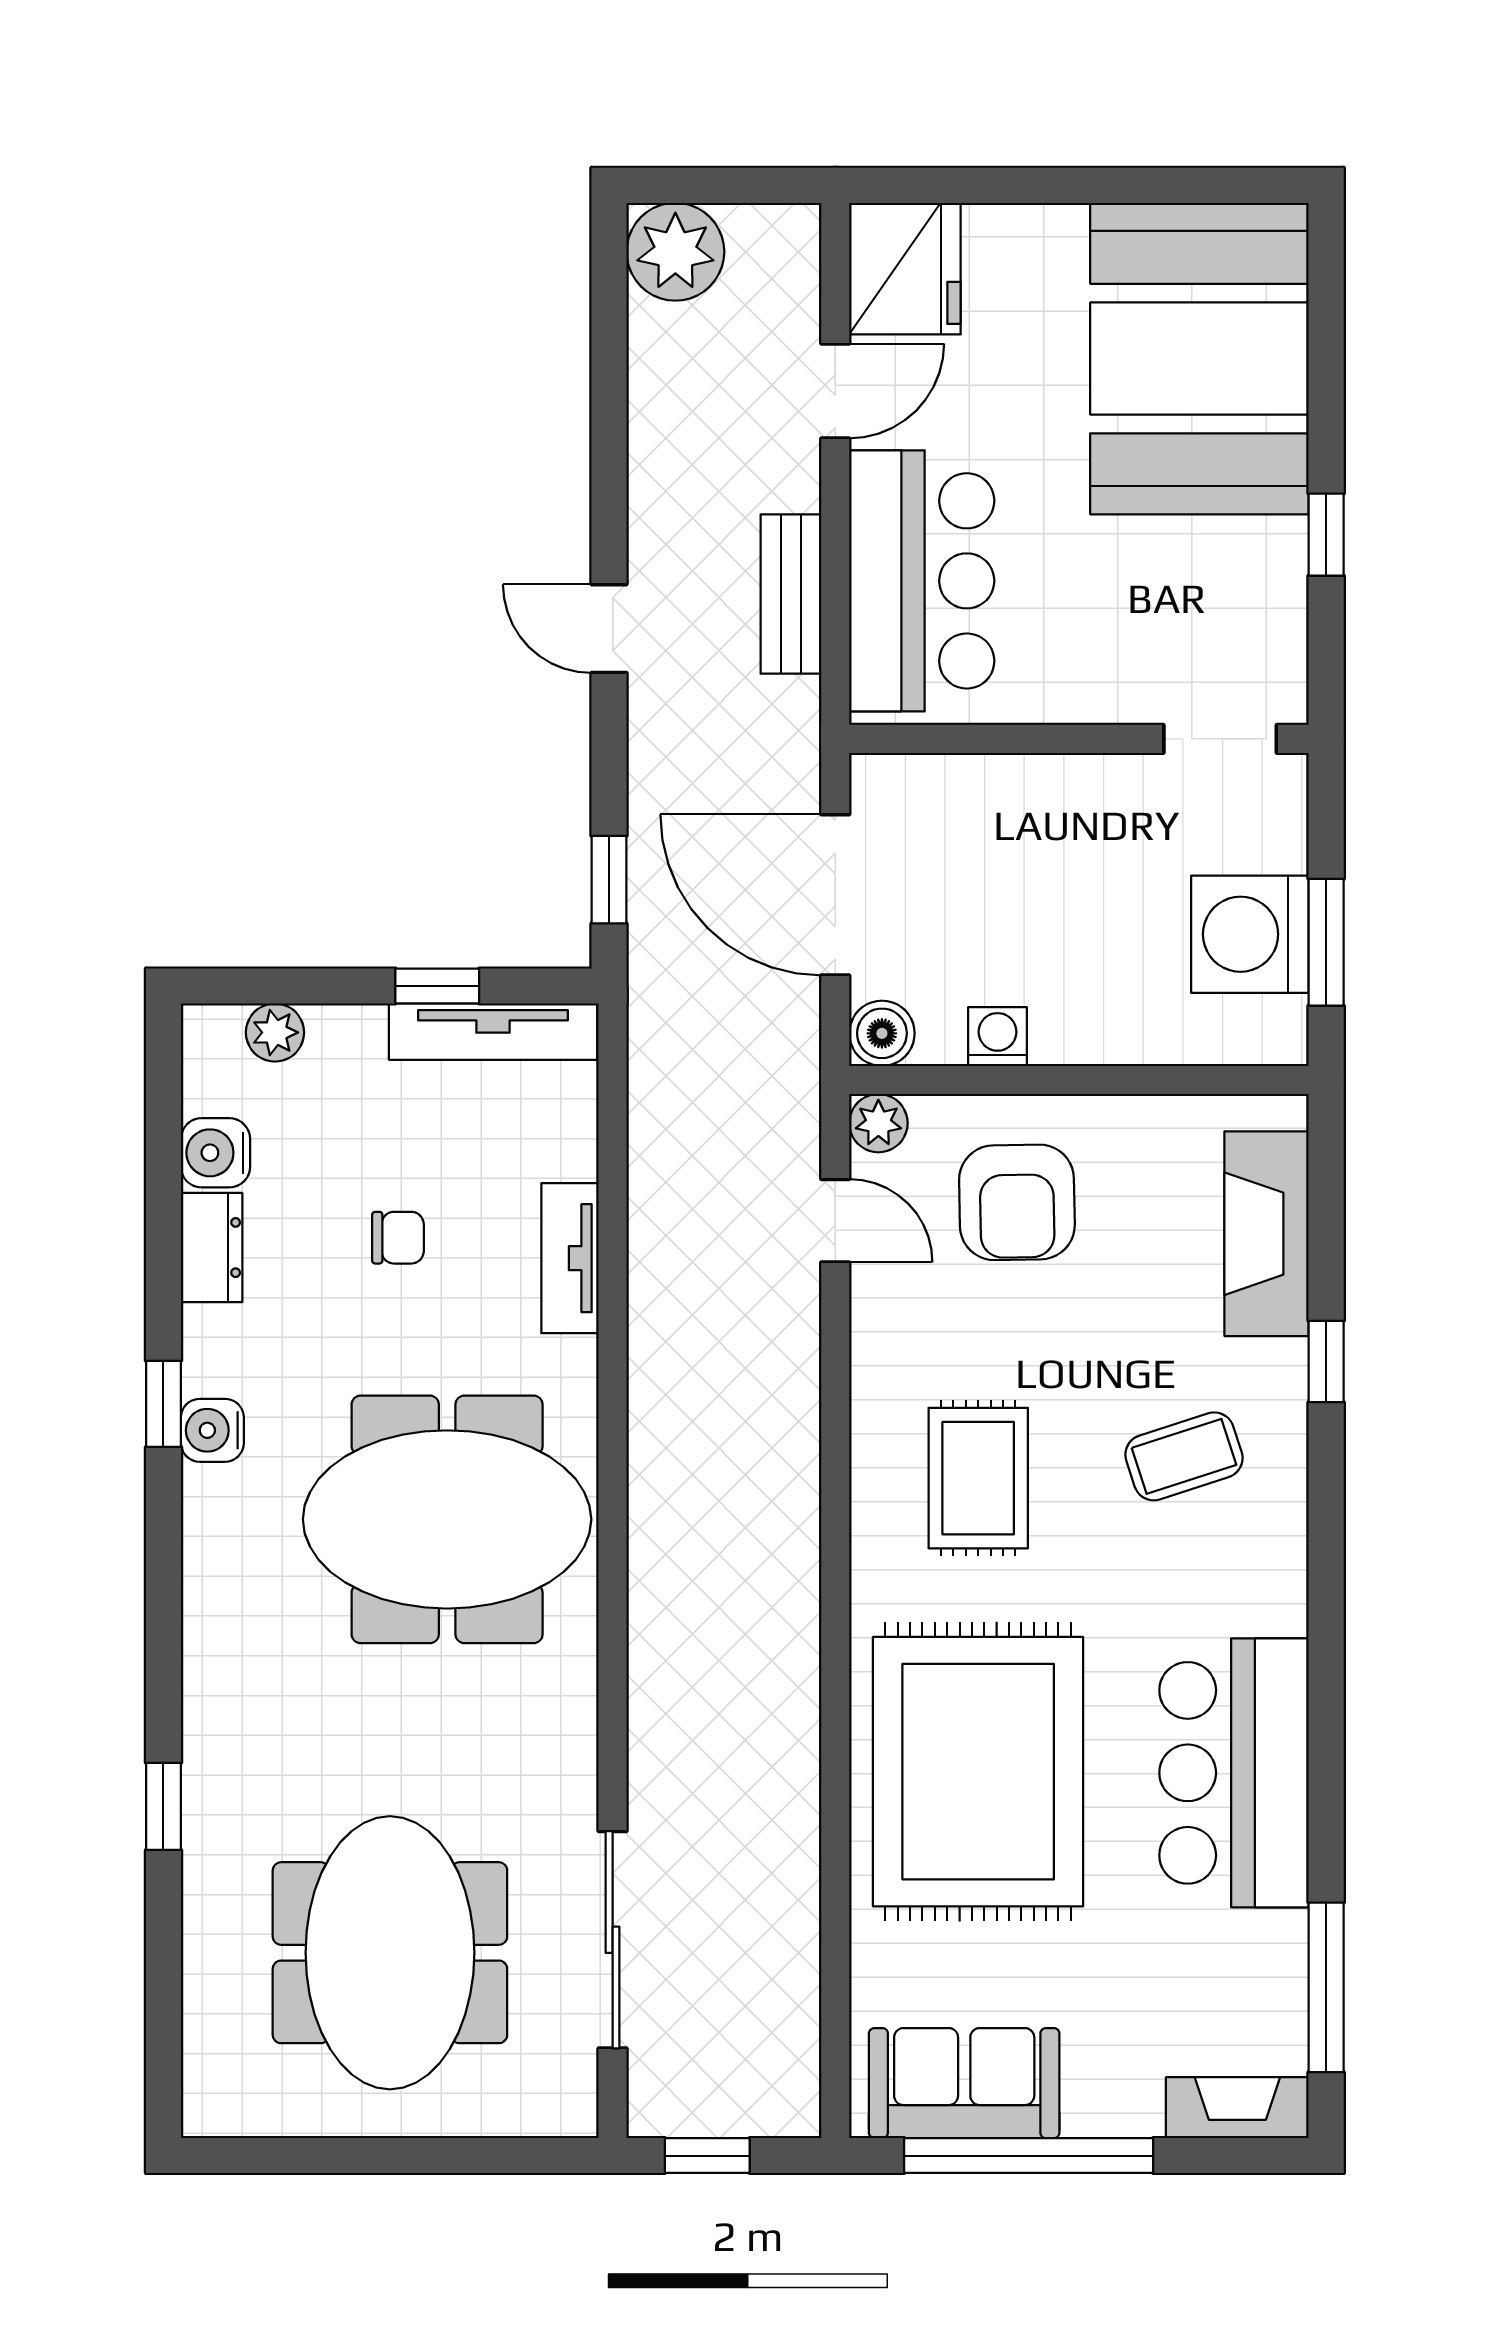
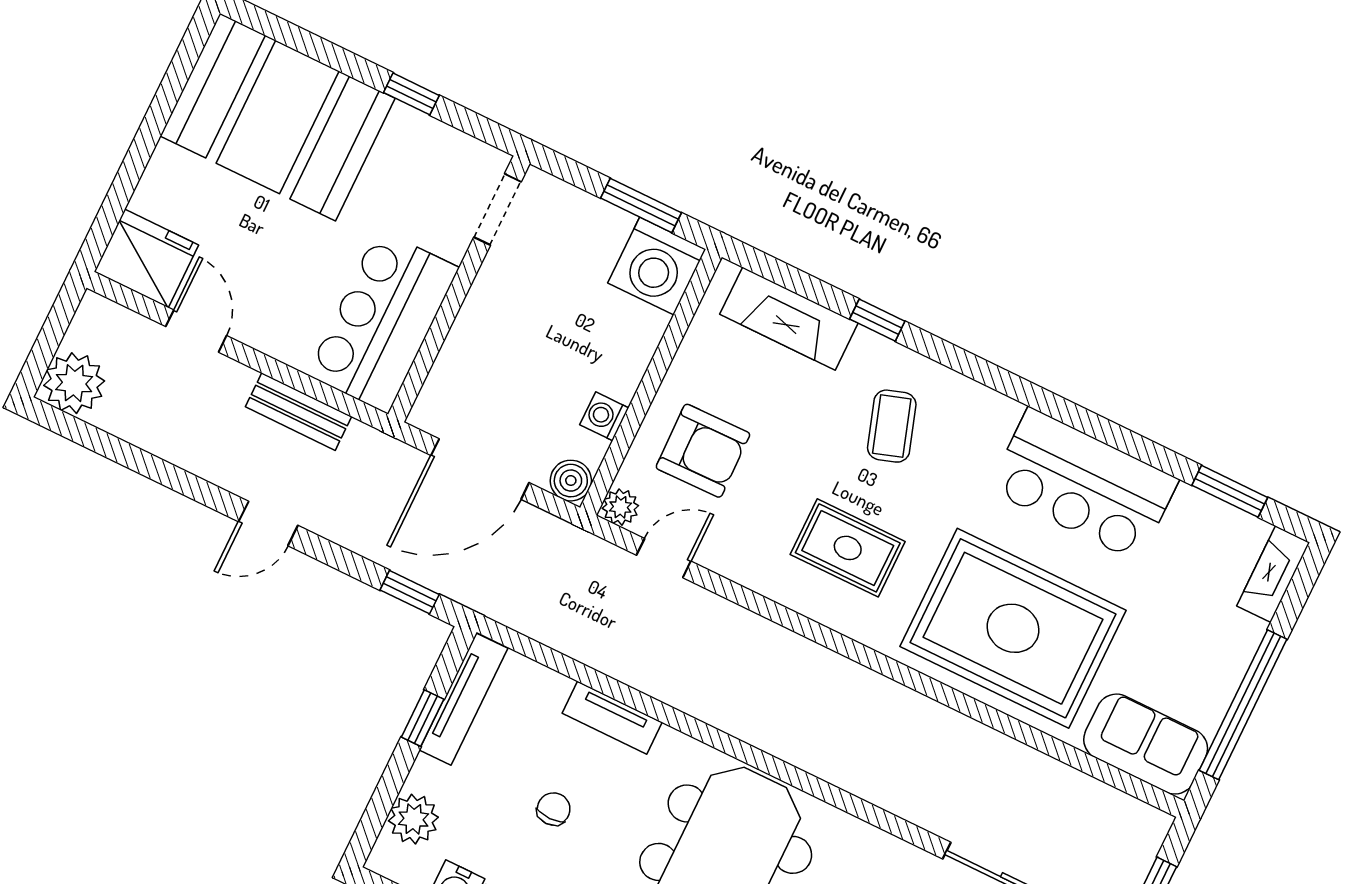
bar counter: (922, 581) -> (383, 321), moved, turned -90
washing machine: (1250, 934) -> (657, 266), moved
plant: (275, 1032) -> (413, 819), width x1.38, depth x1.38
window: (1326, 1987) -> (1230, 491), width x0.69
sofa: (964, 2083) -> (1146, 744), moved, turned 90

